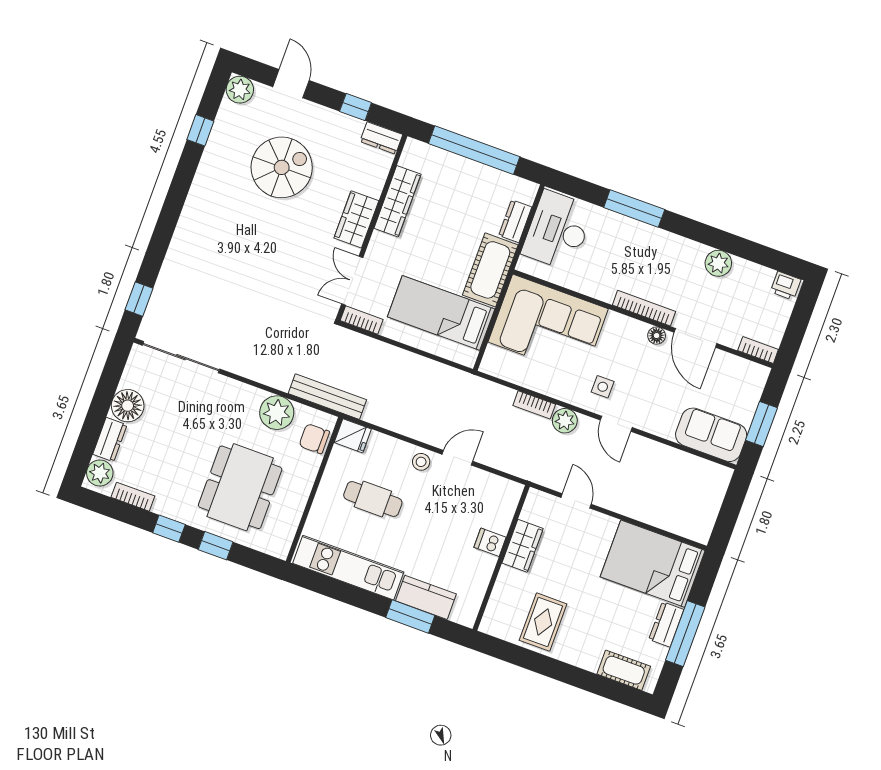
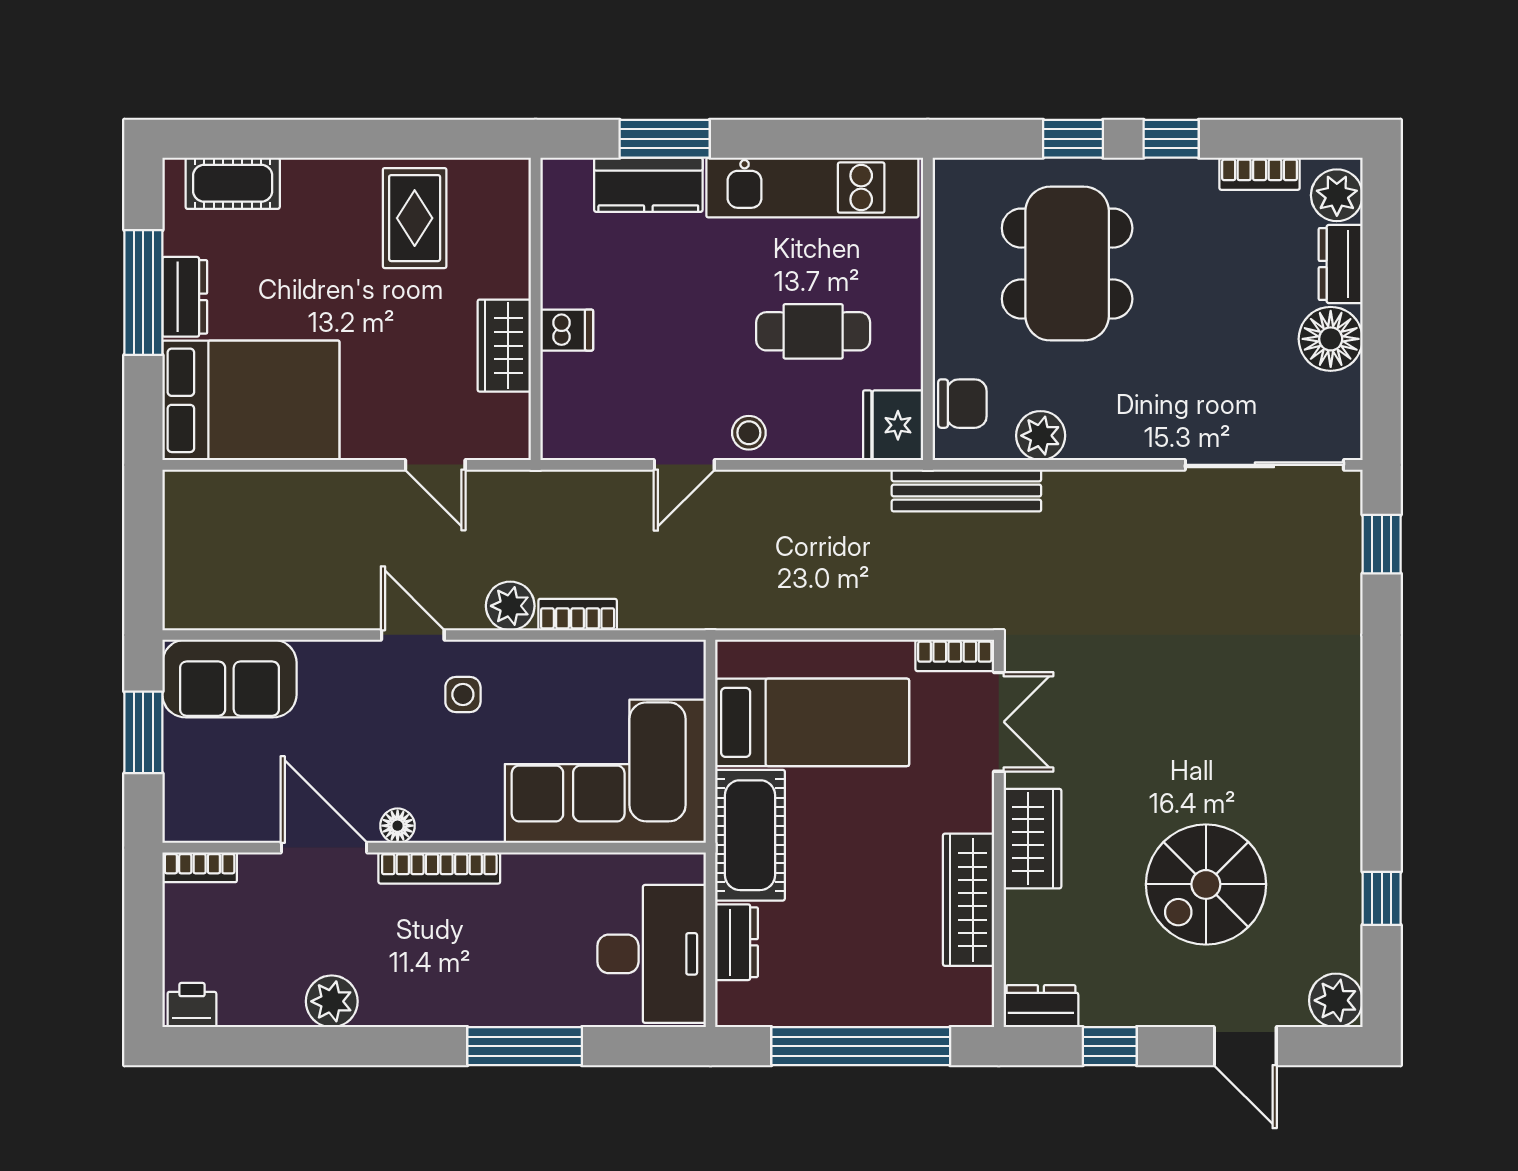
plant: (277, 413) -> (1041, 436), width x0.73, depth x0.73
fridge: (353, 436) -> (893, 425), width x1.38

